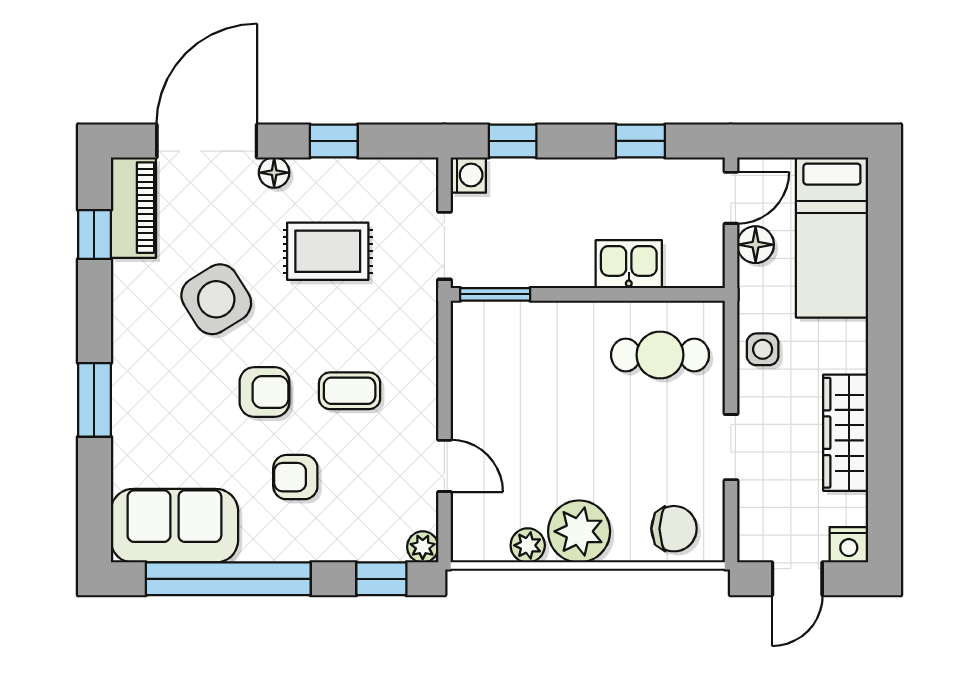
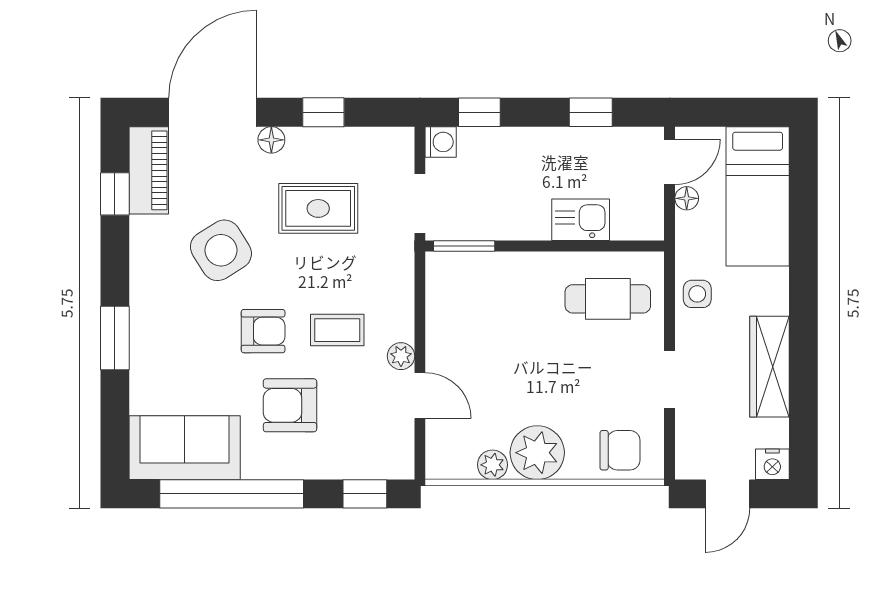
floor lamp: (756, 245) -> (687, 198), width x0.73, depth x0.73
armchair: (295, 477) -> (290, 405), width x1.38, depth x1.38
plant: (423, 547) -> (401, 356), moved

